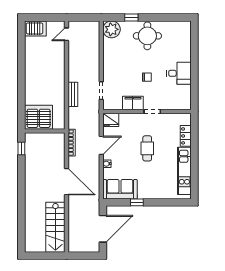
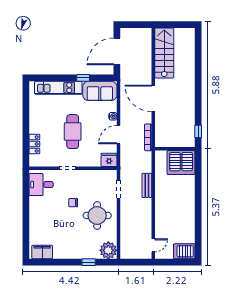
round table: (147, 36) -> (97, 215), moved
desk: (179, 73) -> (41, 185), moved
filing cabinet: (133, 103) -> (42, 252), moved, turned 180
cafe table: (147, 148) -> (73, 132), width x1.37, depth x1.35
kitchen unit: (184, 171) -> (58, 88), moved, turned 90

